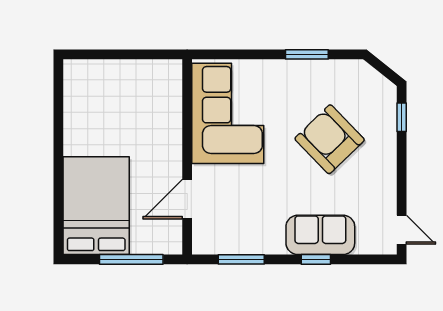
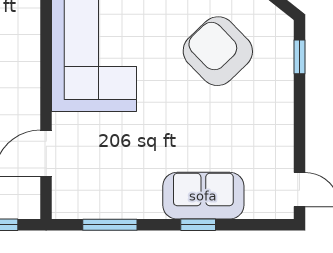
armchair: (330, 139) -> (218, 51), moved

